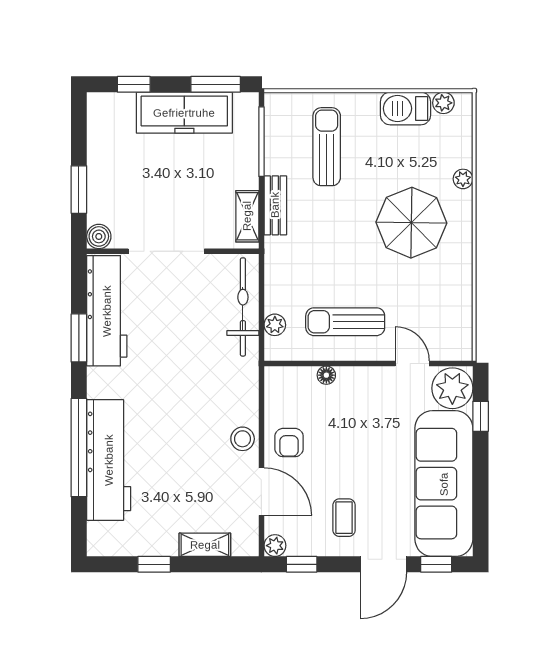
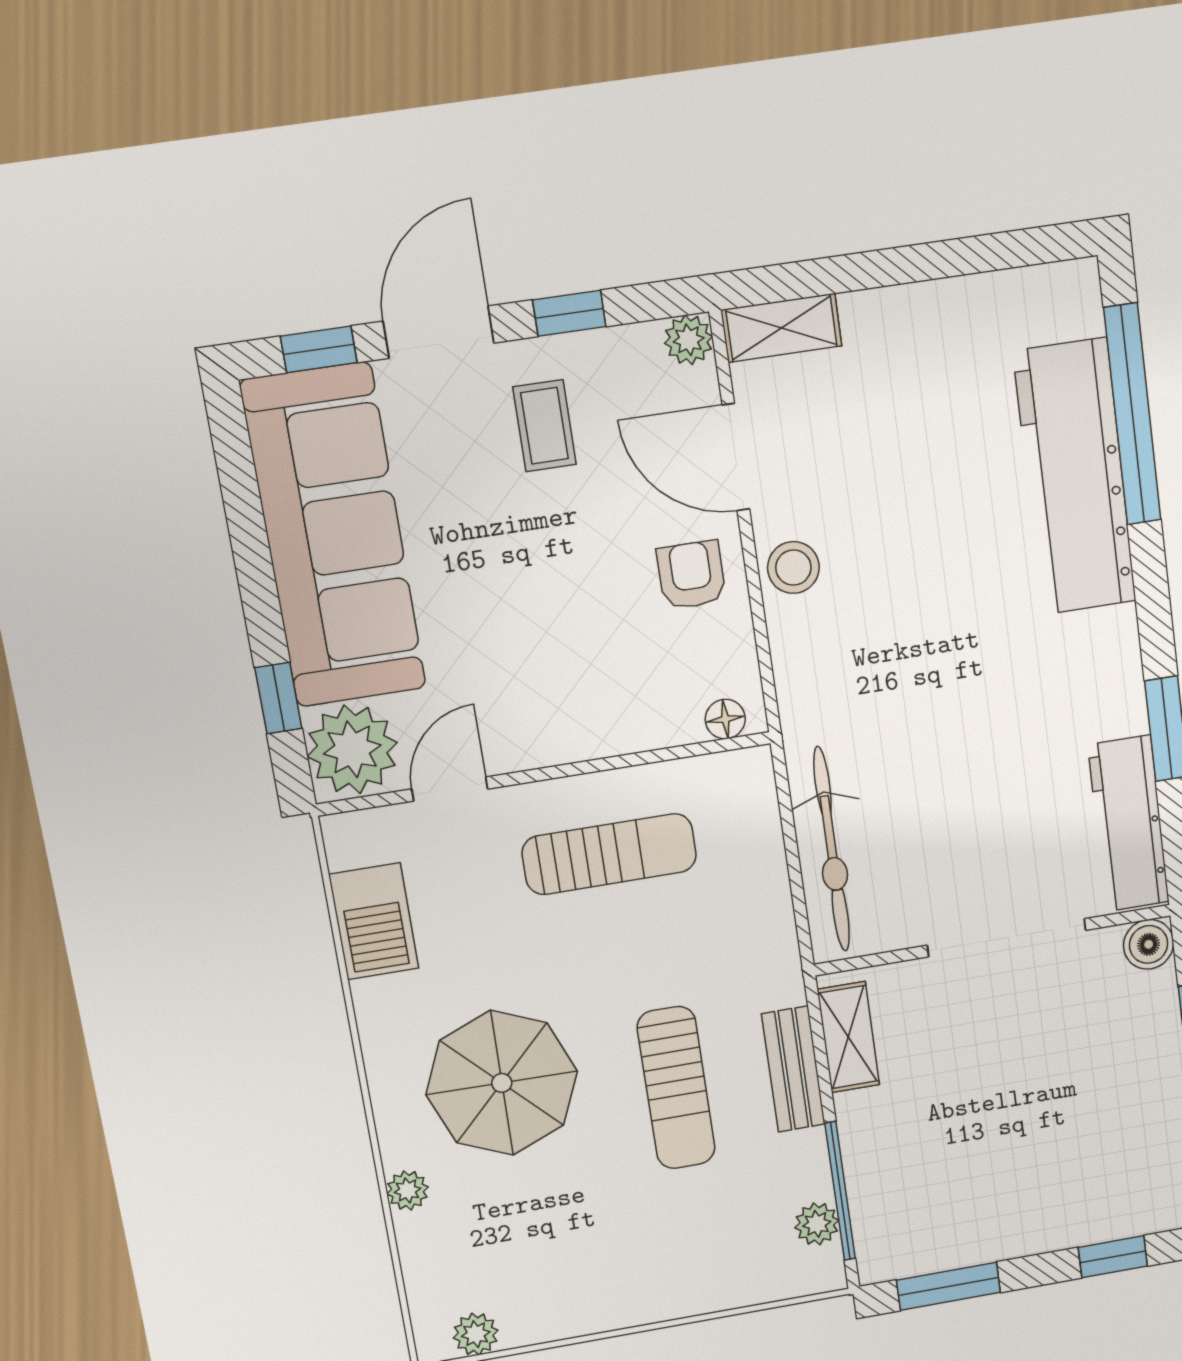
barbecue: (405, 108) -> (374, 921), moved, turned 90
freezer: (184, 113) -> (1005, 1220), removed
sun lounger: (327, 147) -> (676, 1088), moved
workbench: (107, 311) -> (1129, 824), width x0.73, depth x0.76
plant: (275, 325) -> (817, 1224), moved
door: (412, 363) -> (450, 789), swing flipped
floor lamp: (326, 375) -> (725, 719), moved
window: (79, 448) -> (1132, 414), moved
shelving: (205, 545) -> (781, 328), moved
window: (154, 564) -> (949, 258), removed
window: (302, 564) -> (569, 313), moved

